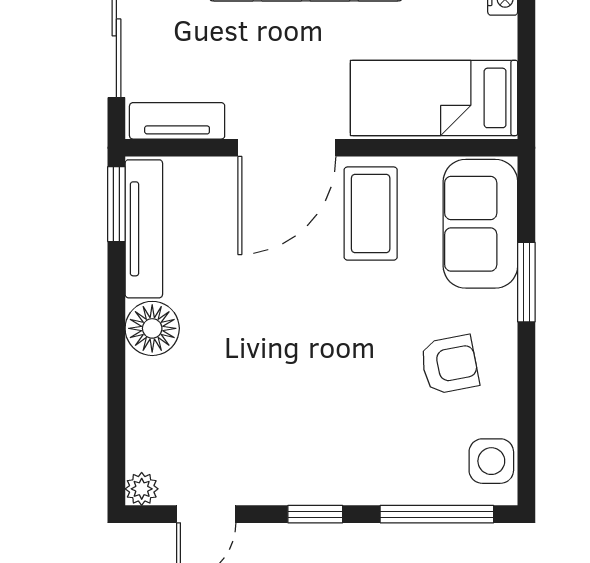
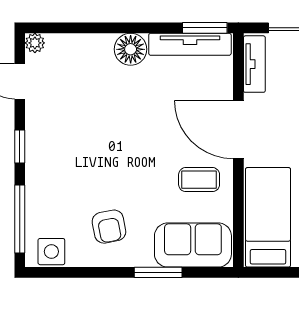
coffee table: (371, 214) -> (199, 180), width x0.73, depth x0.77

